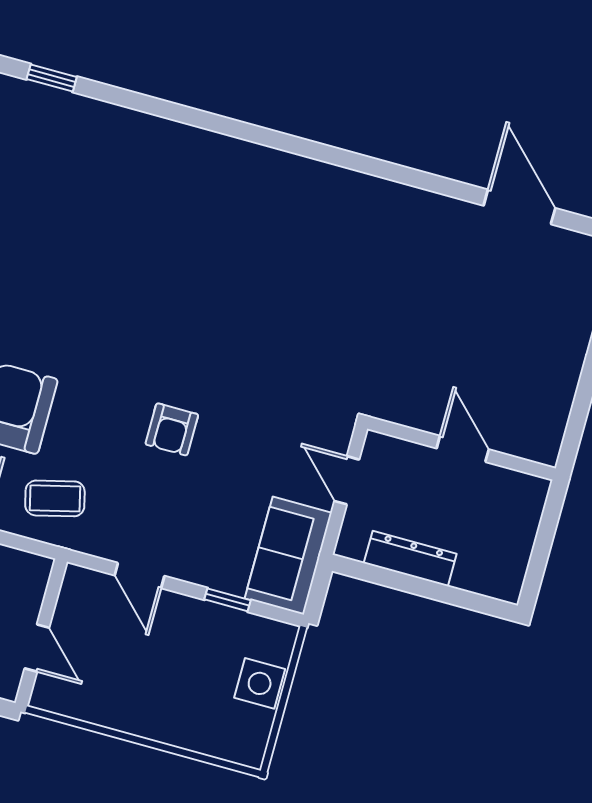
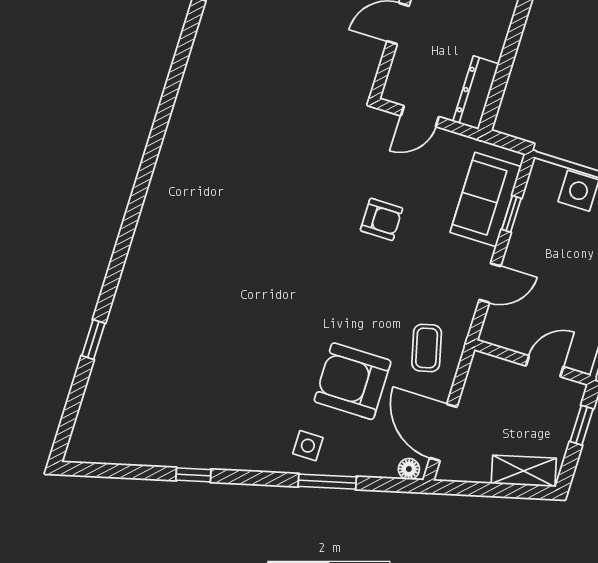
armchair: (172, 429) -> (381, 219), moved
sofa: (288, 556) -> (486, 200), moved, turned 90
dresser: (410, 559) -> (476, 93), moved

